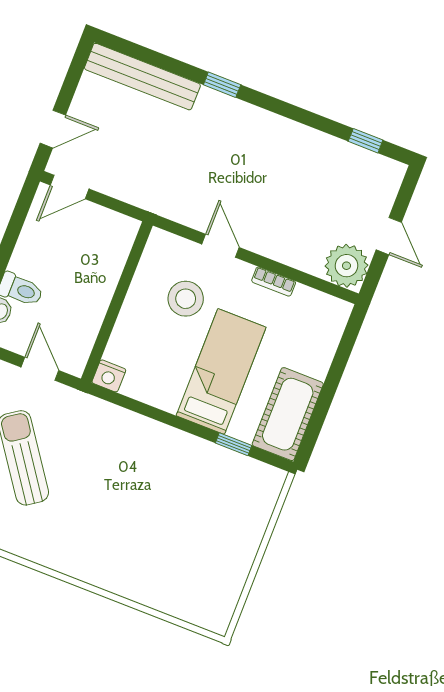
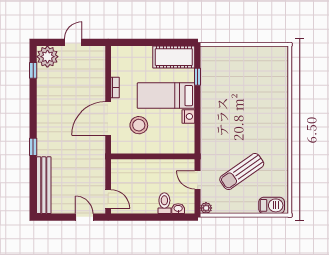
door: (221, 246) -> (108, 119), width x1.87
plant: (346, 266) -> (47, 57), moved
door: (40, 369) -> (198, 180), hinge flipped
nightstand: (109, 376) -> (188, 116), moved

